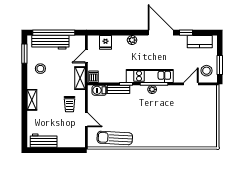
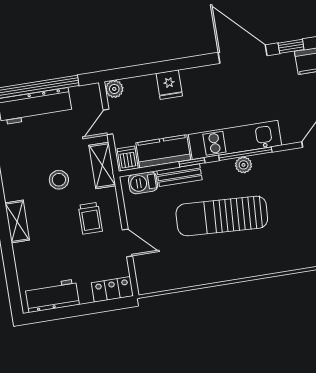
plant: (132, 40) -> (114, 89), moved
fridge: (106, 42) -> (169, 85), moved
stool: (40, 69) -> (59, 180), moved
kitchen counter: (112, 76) -> (163, 151), added
sun lounger: (115, 138) -> (222, 216), moved, width x1.36, depth x1.34
locker: (75, 142) -> (112, 289), added

